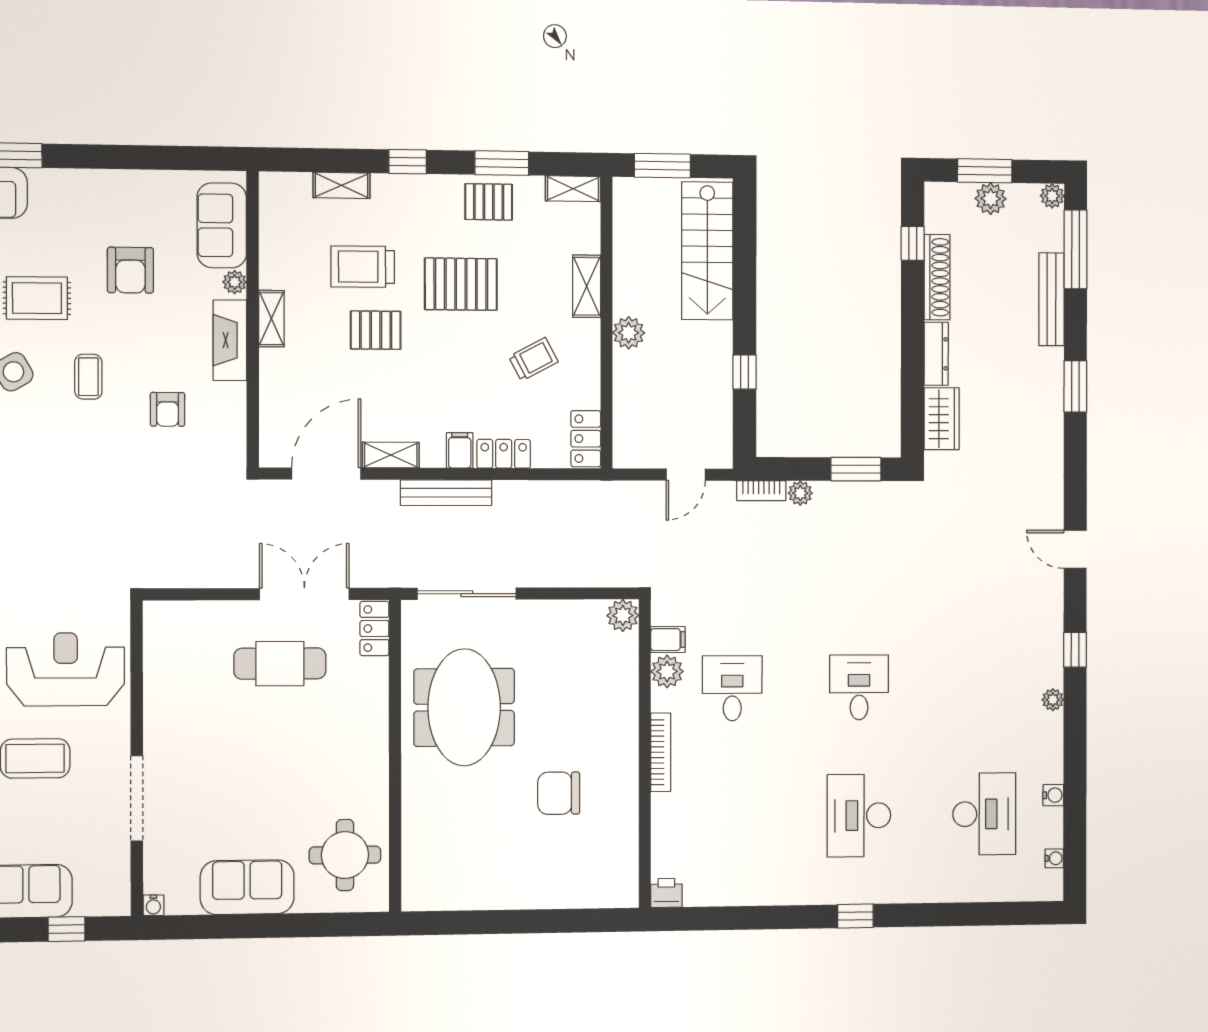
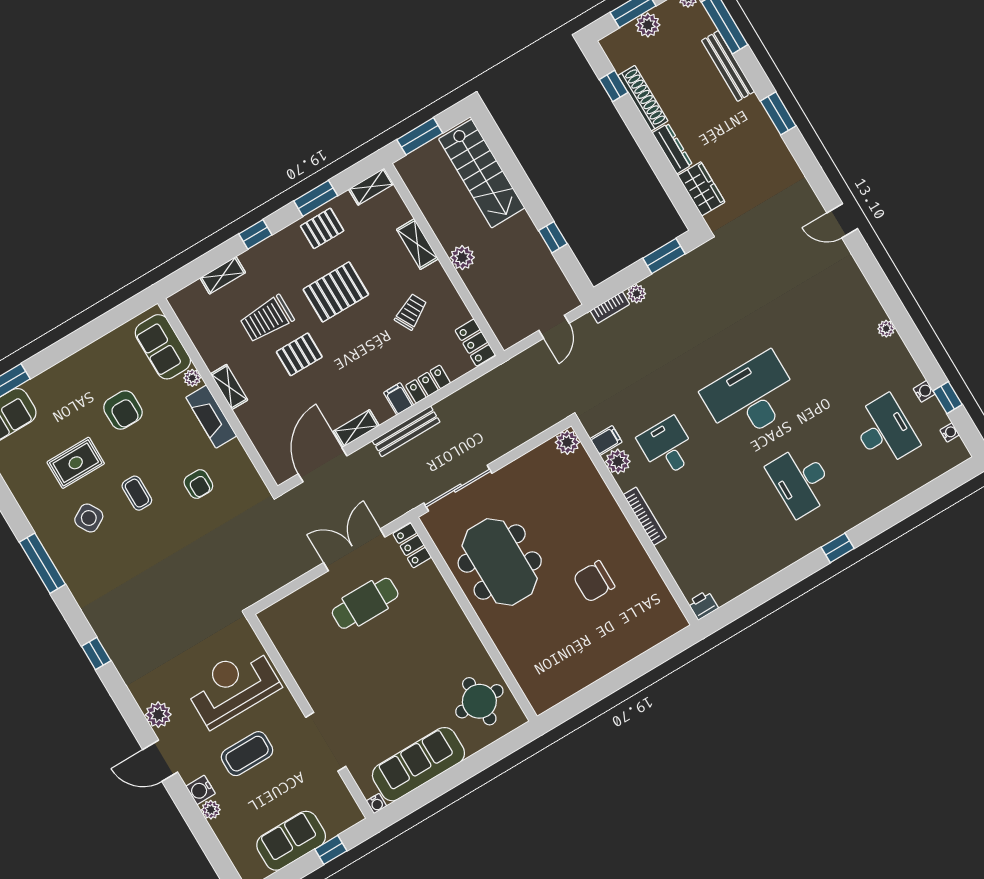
window: (1075, 650) -> (948, 398), moved
desk: (859, 687) -> (751, 397), width x1.87, depth x1.30
sofa: (247, 887) -> (418, 764), width x1.36

